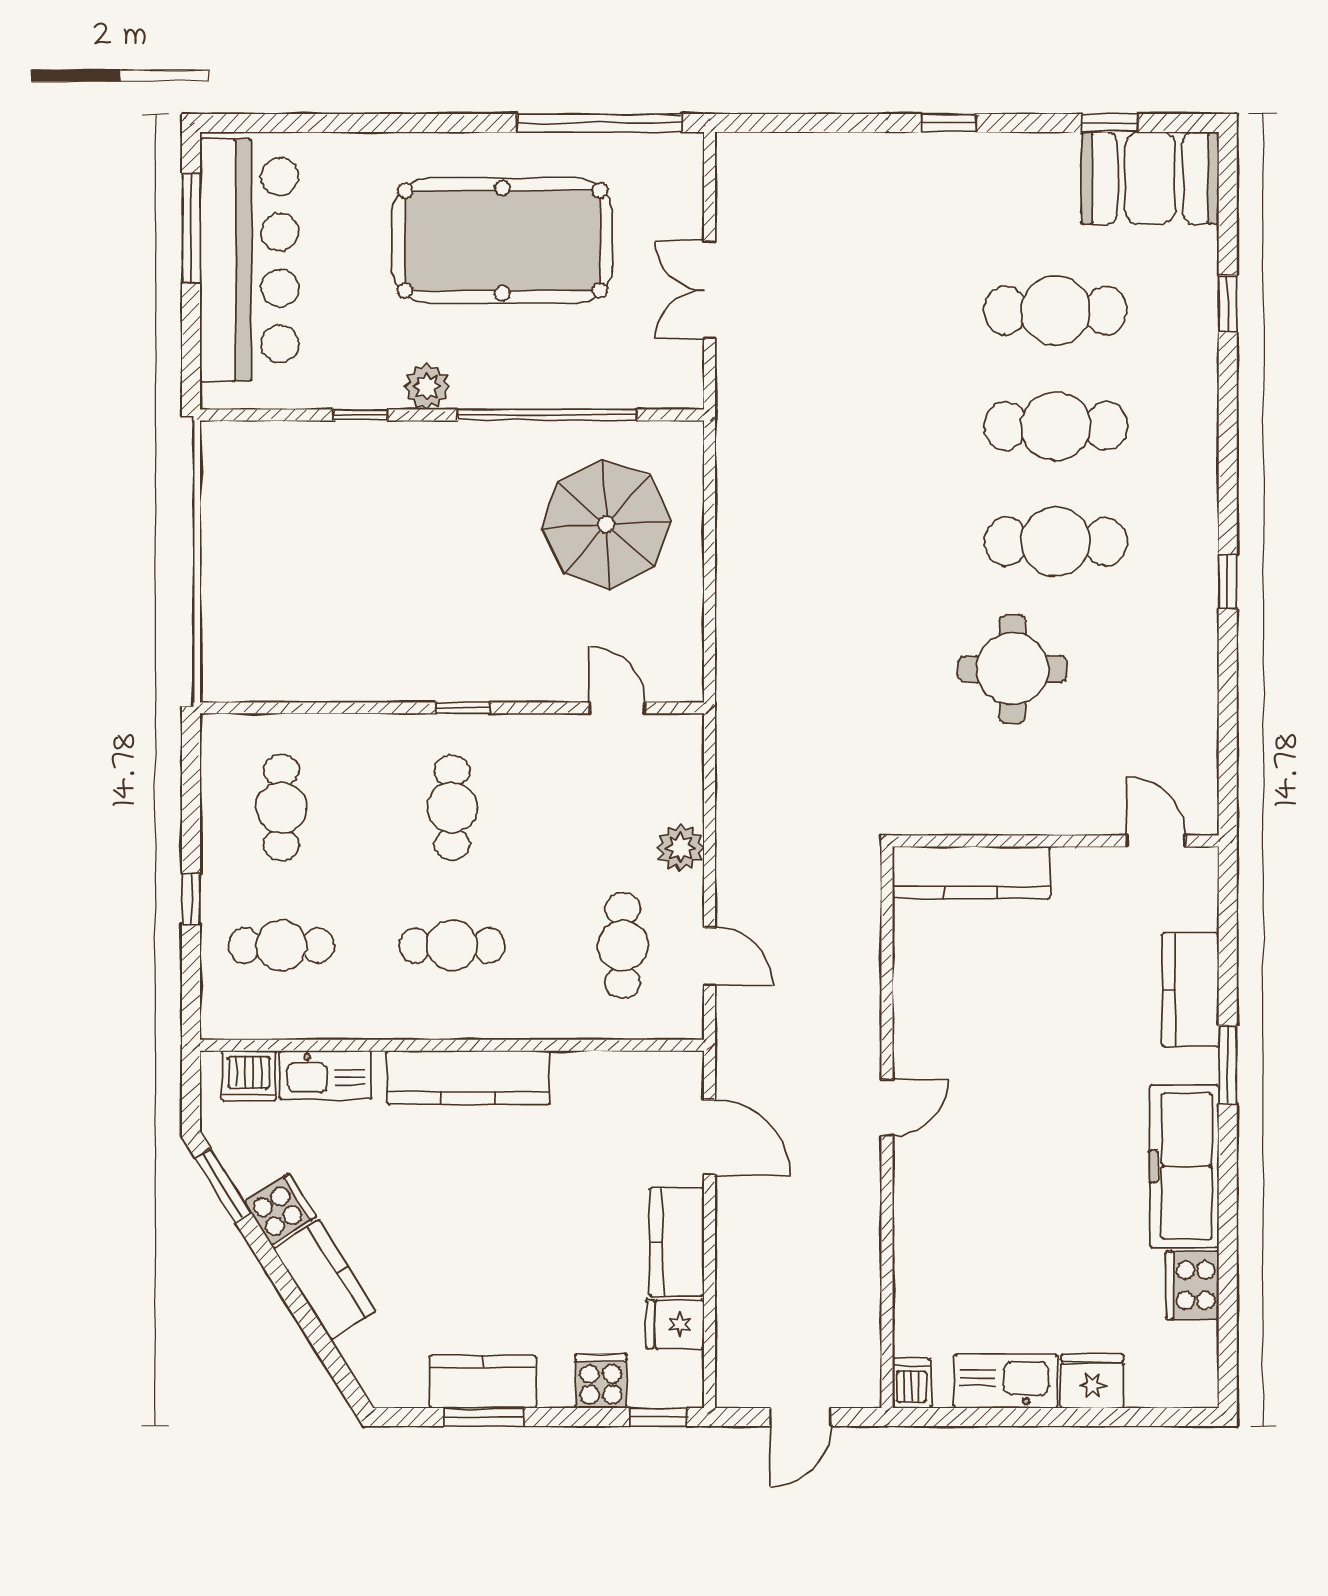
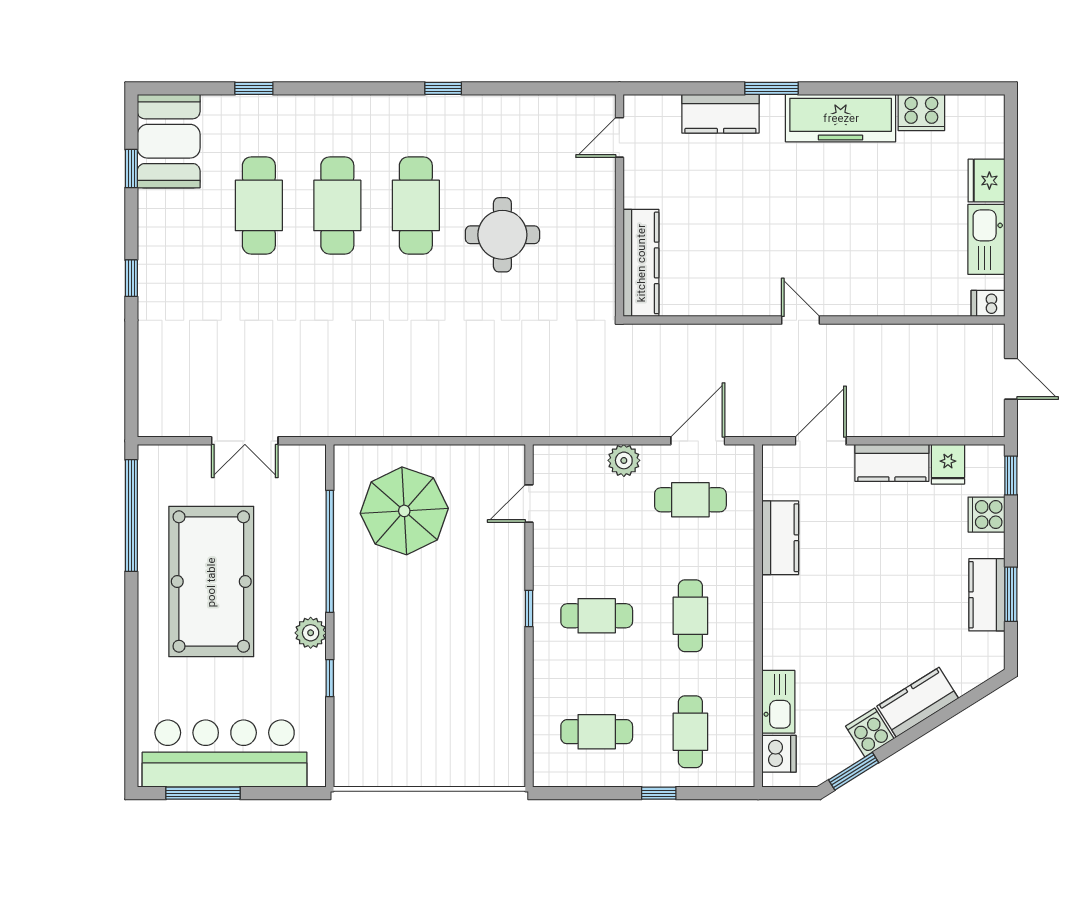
door: (709, 956) -> (698, 441), width x1.38
kitchen counter: (468, 1078) -> (780, 538), moved, width x0.67

